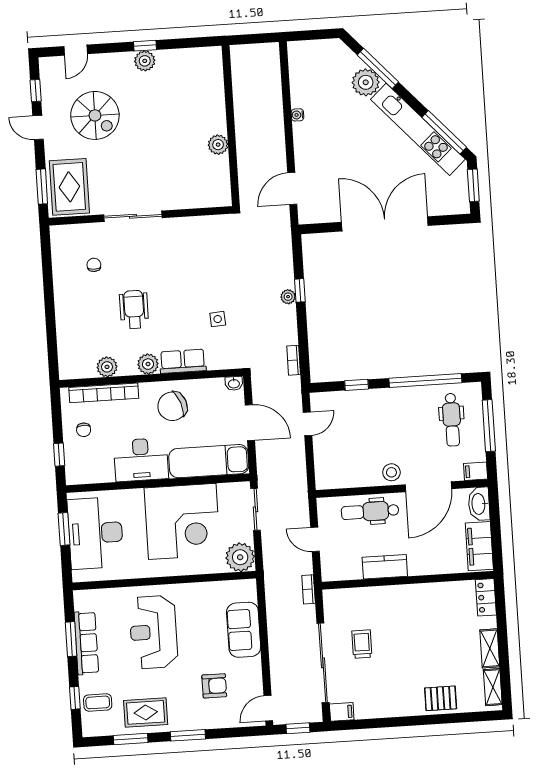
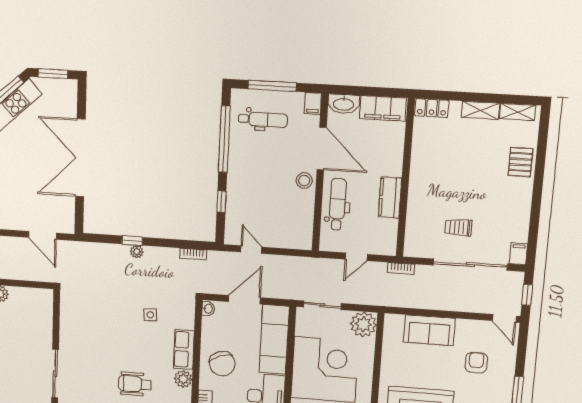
dental chair: (370, 511) -> (337, 204), turned 180

